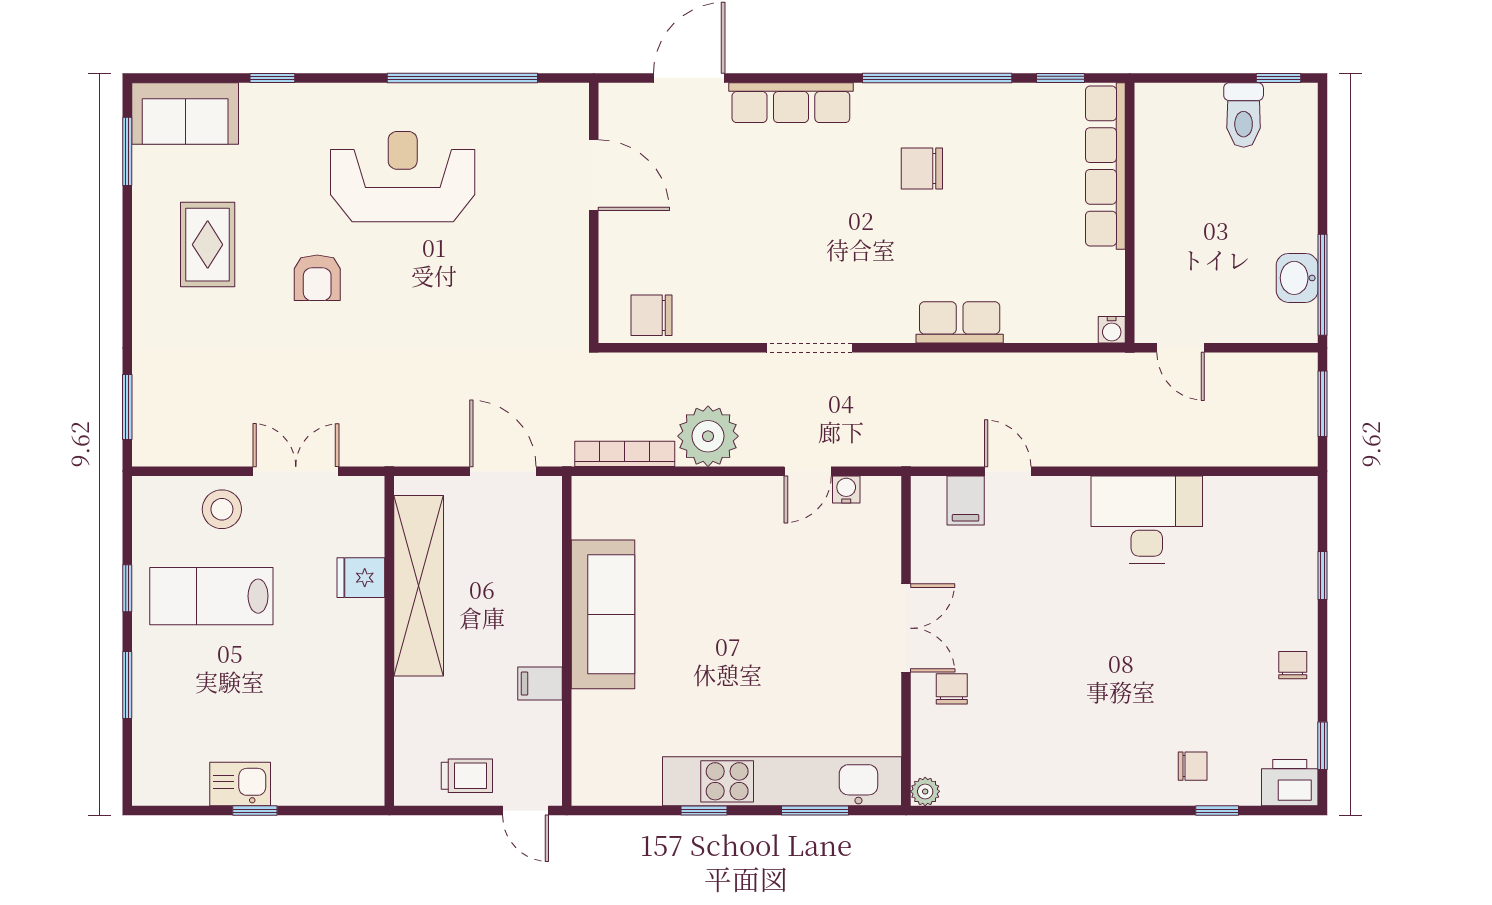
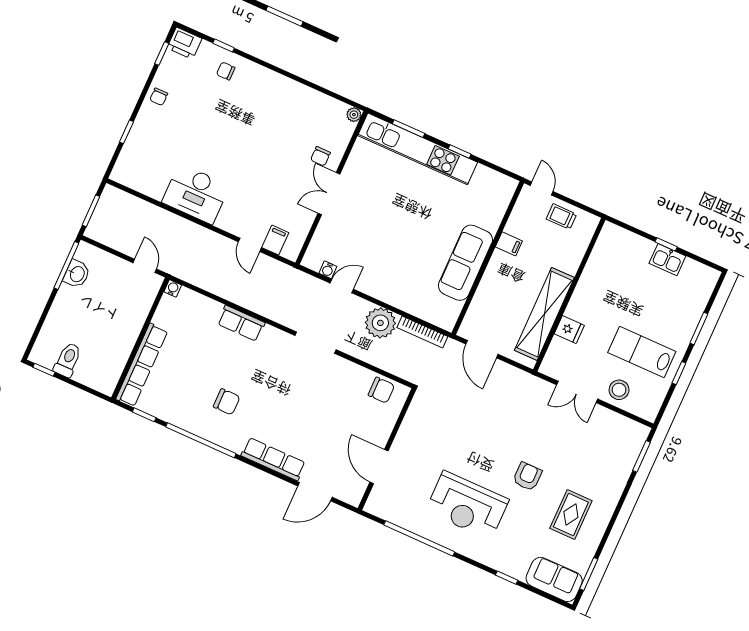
lab bench: (211, 596) -> (642, 352), turned 180

